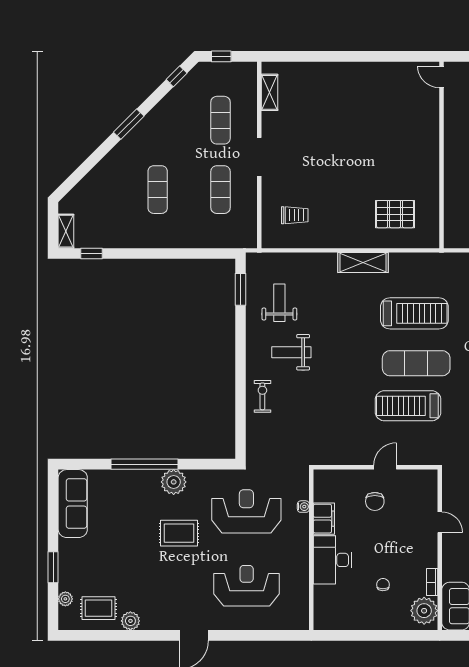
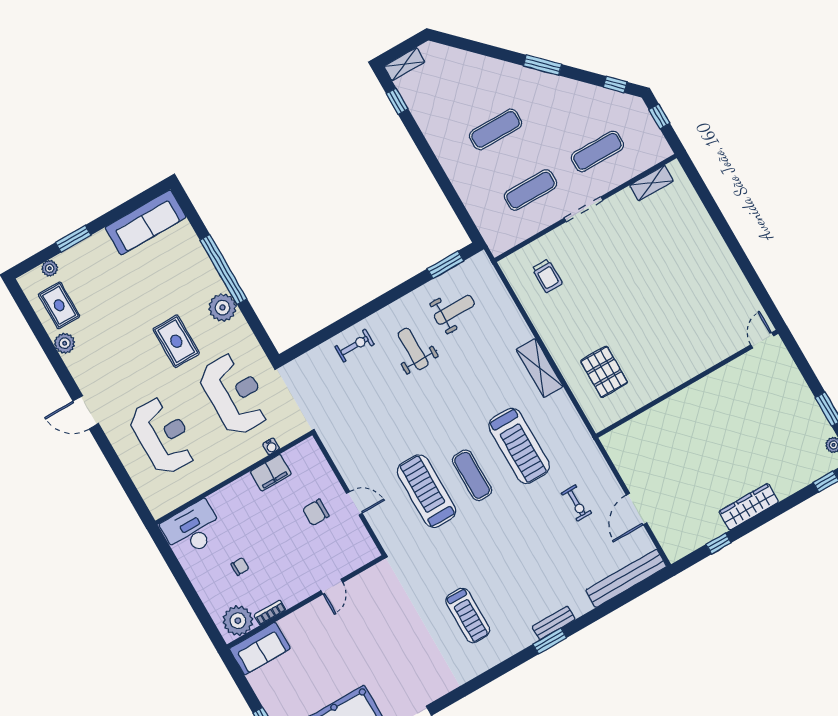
exercise mat: (416, 363) -> (472, 475), width x0.73, depth x0.69
desk: (332, 560) -> (192, 529), moved

